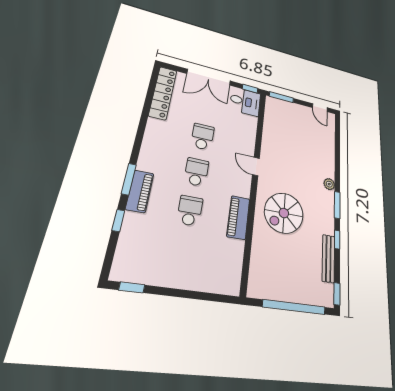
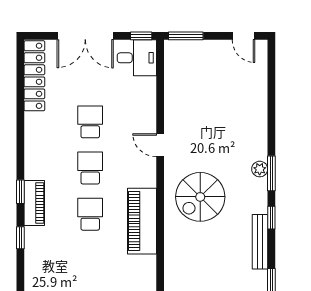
window: (129, 179) -> (20, 192), width x0.67
plant: (329, 184) -> (260, 169), moved
piano: (238, 217) -> (142, 221), width x1.37, depth x1.33

